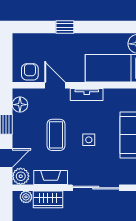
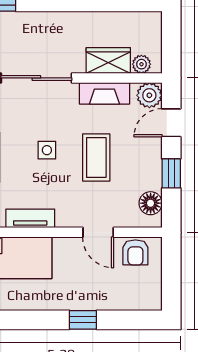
tv unit: (87, 94) -> (30, 218), moved

